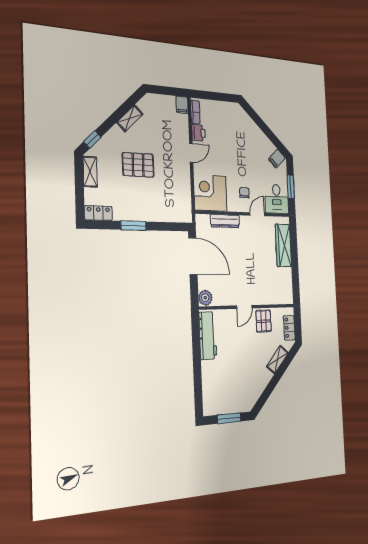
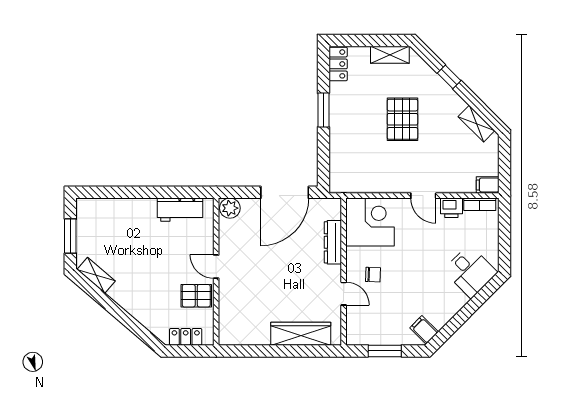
shelving: (130, 118) -> (476, 124), moved
window: (92, 139) -> (449, 77), moved
desk: (277, 199) -> (470, 271), moved, turned -135
workbench: (208, 336) -> (180, 210), width x0.73
shelving: (277, 360) -> (96, 275), moved

